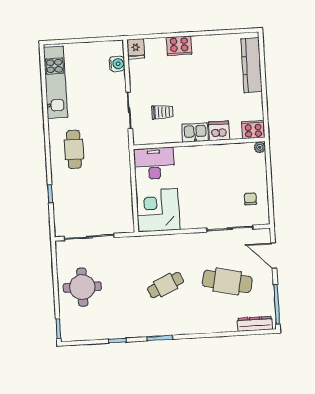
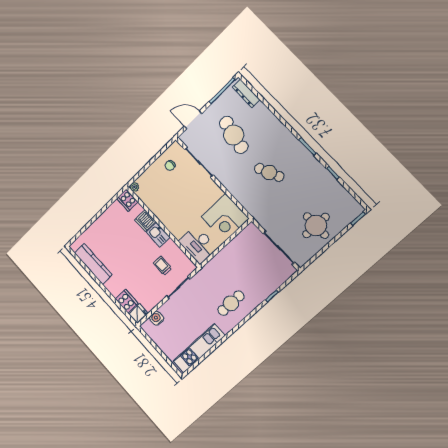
cooker: (179, 46) -> (127, 301), moved
kitchen counter: (252, 65) -> (93, 264), moved, turned -90
door: (274, 256) -> (193, 120), swing flipped

